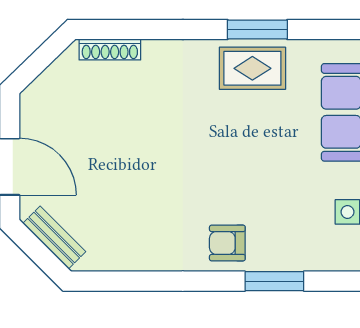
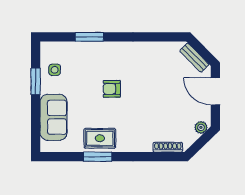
plant: (40, 91) -> (201, 127), added
armchair: (227, 243) -> (112, 89), moved, turned 180

